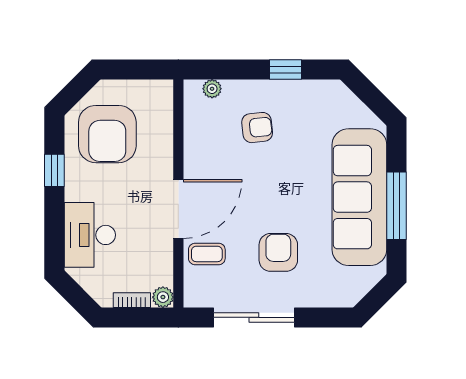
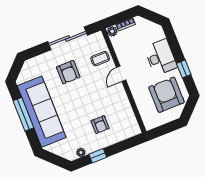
plant: (212, 89) -> (81, 152), moved
armchair: (257, 128) -> (100, 125), turned -84
door: (178, 209) -> (121, 74), width x0.53
desk: (90, 235) -> (161, 57), moved

